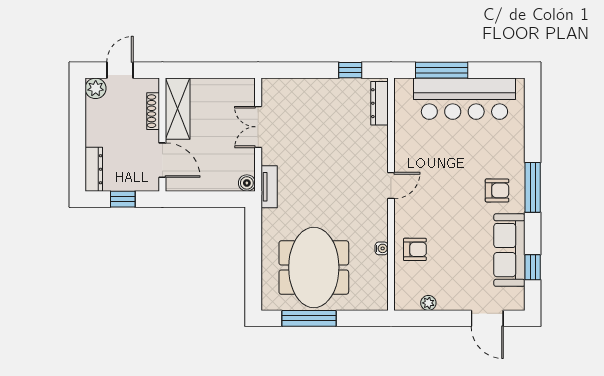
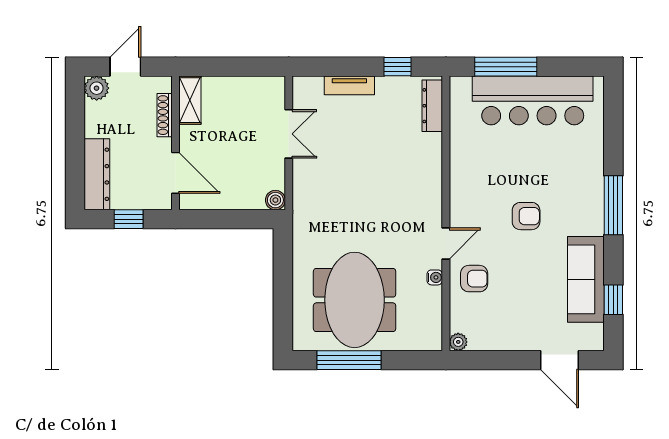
shelving: (178, 109) -> (190, 100), width x0.67, depth x0.75
double door: (258, 127) -> (289, 134), swing flipped
dresser: (94, 169) -> (97, 174), width x1.37, depth x1.24
door: (391, 186) -> (446, 244), moved
tv unit: (269, 187) -> (349, 85), moved, turned 90
armchair: (497, 190) -> (526, 216), moved
plant: (428, 303) -> (458, 342), moved

